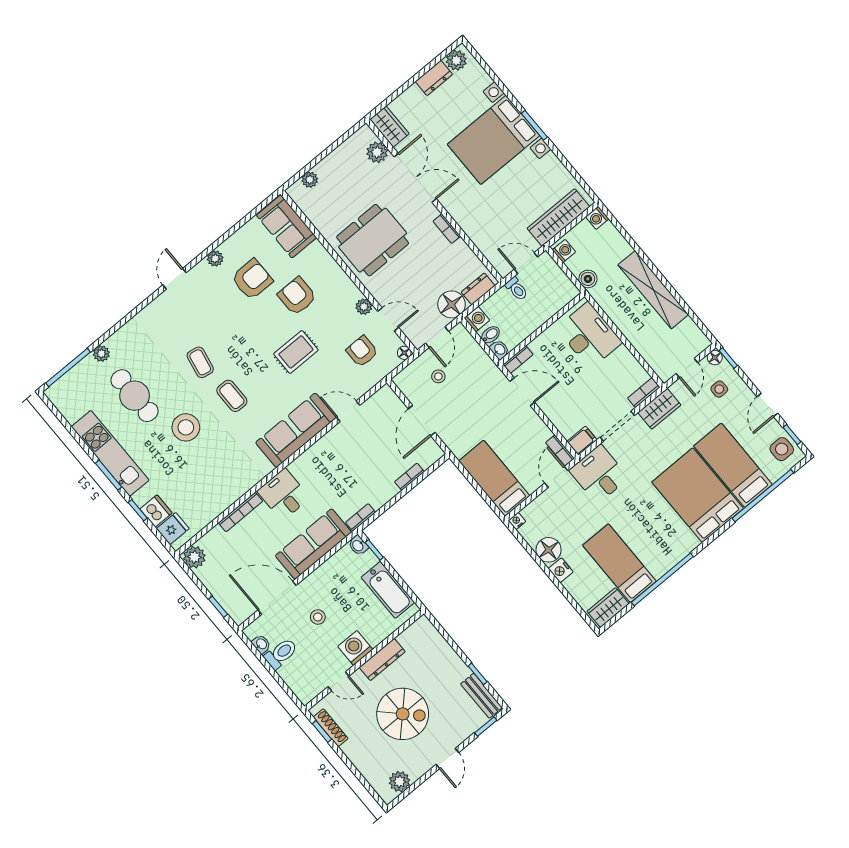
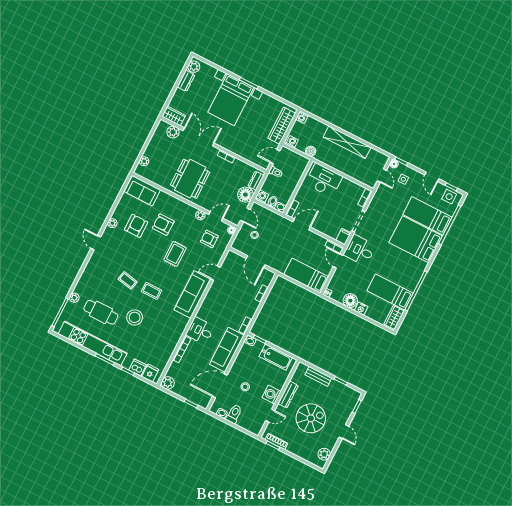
wardrobe: (659, 409) -> (377, 203), removed
kitchen unit: (110, 453) -> (93, 343), width x1.36
bench: (481, 696) -> (318, 376), moved

